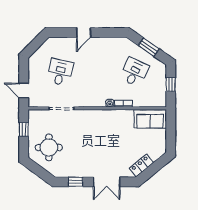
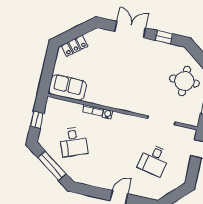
window: (149, 47) -> (52, 166), width x1.44
desk: (134, 72) -> (73, 142), turned -45
locker: (141, 165) -> (75, 46), moved

